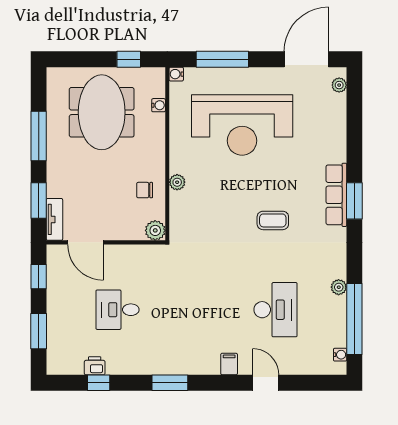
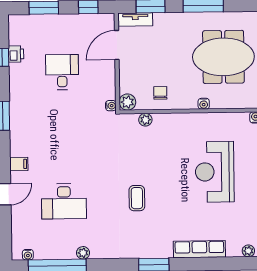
water cooler: (159, 105) -> (204, 104), moved
reception desk: (242, 125) -> (215, 172), width x0.74, depth x0.77
plant: (177, 182) -> (145, 120), moved
row of seats: (336, 195) -> (199, 249), moved
water cooler: (159, 251) -> (111, 106), added

